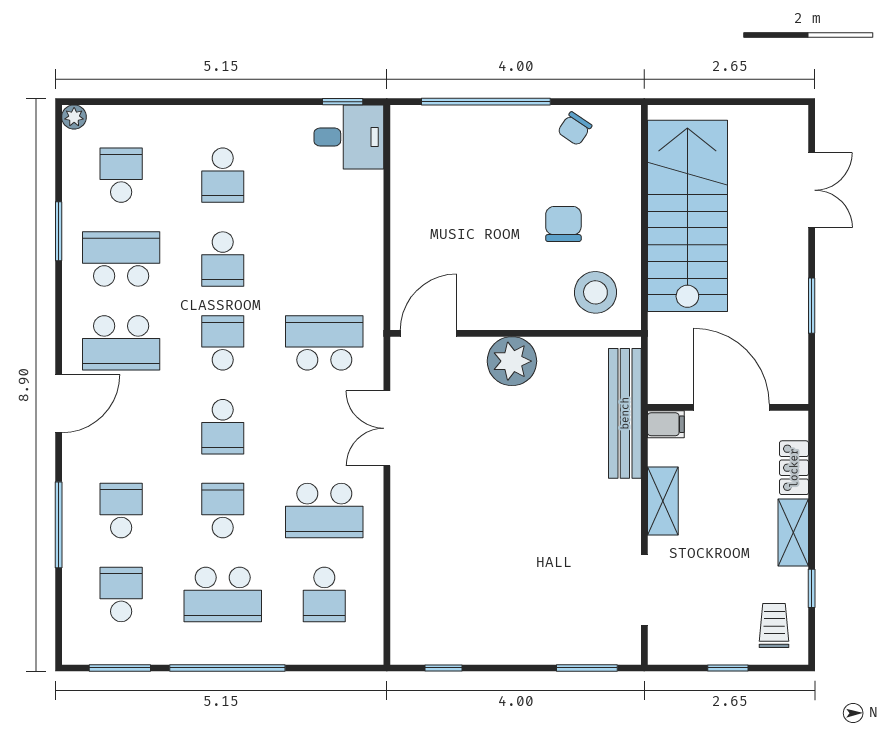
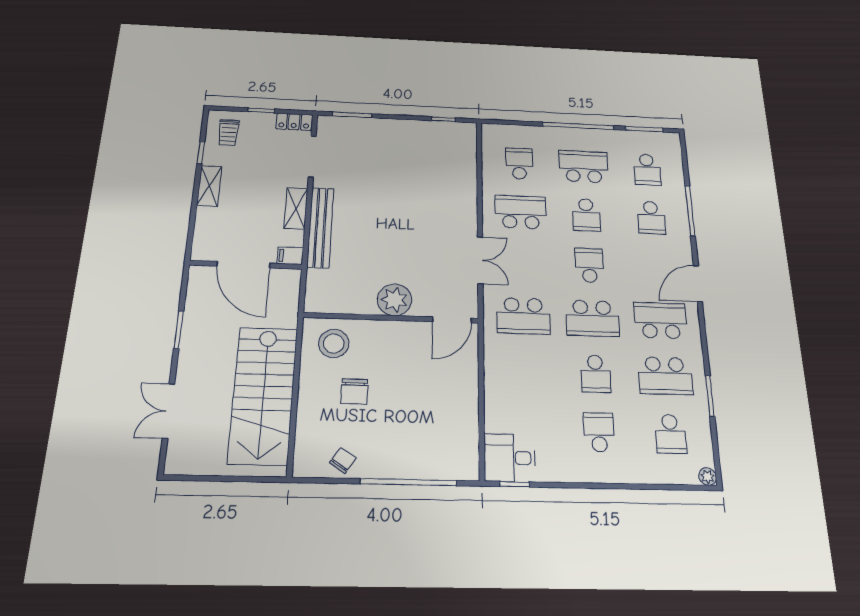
school desk: (223, 259) -> (596, 374), turned 180
school desk: (223, 343) -> (592, 318), width x1.85
bench: (625, 413) -> (320, 227), moved
locker: (794, 468) -> (294, 122), moved, turned 90

